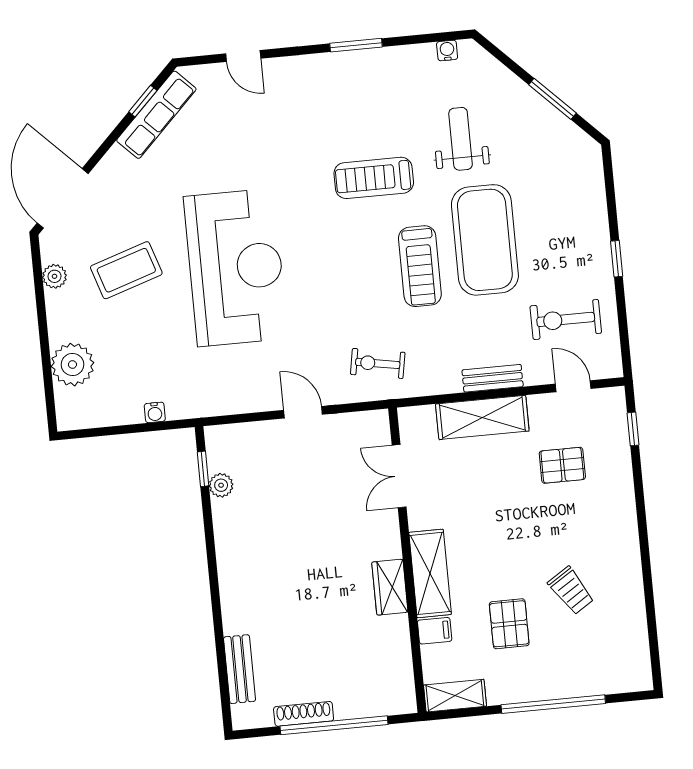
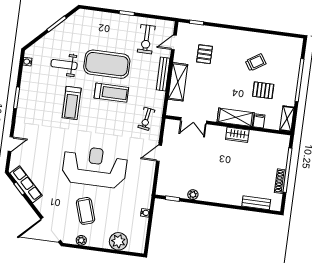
bench: (493, 378) -> (163, 74), width x1.36
plant: (221, 485) -> (193, 195), moved

